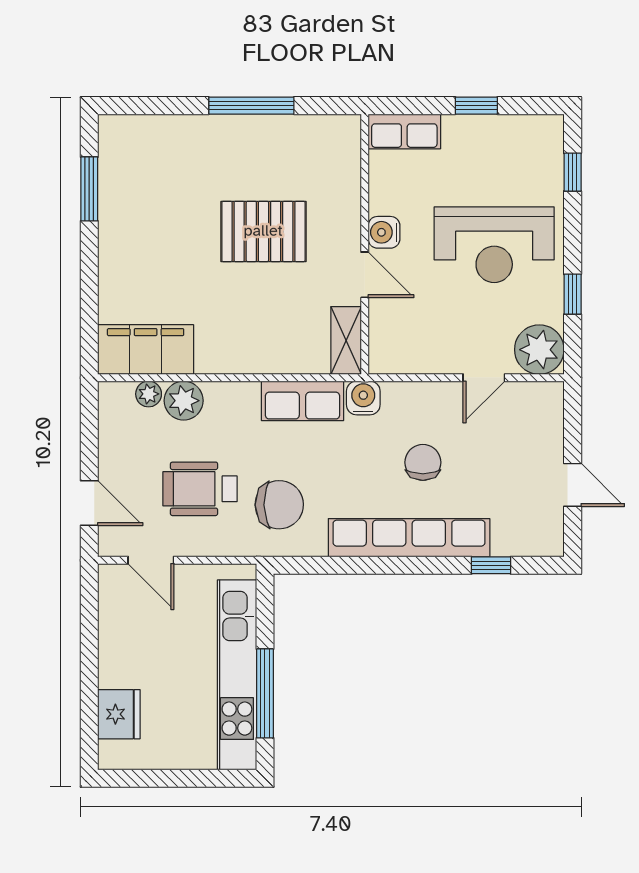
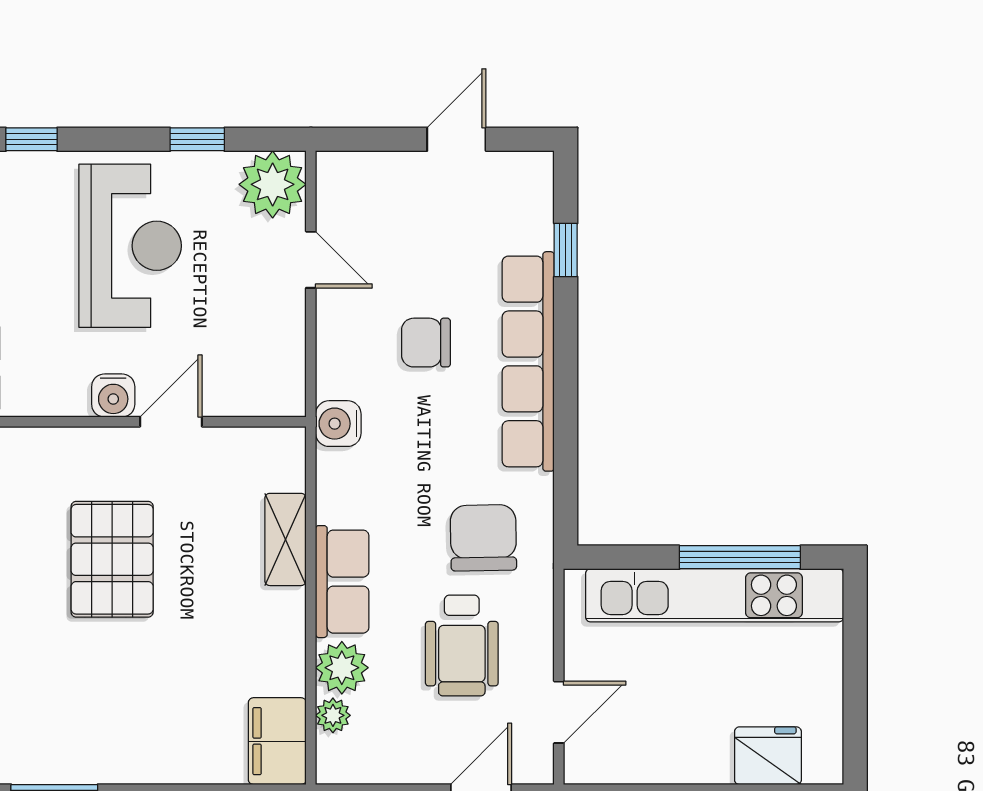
shelving: (346, 340) -> (285, 539), moved, turned 90
filing cabinet: (146, 349) -> (277, 741), width x0.67, depth x0.86
row of seats: (302, 401) -> (342, 582), moved

